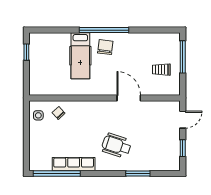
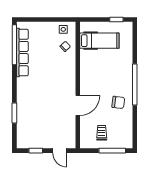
chair: (105, 47) -> (118, 102), moved
hospital bed: (80, 56) -> (99, 41), moved, turned 180
wheelchair: (116, 145) -> (38, 95), removed
row of seats: (74, 164) -> (22, 53), width x1.36

